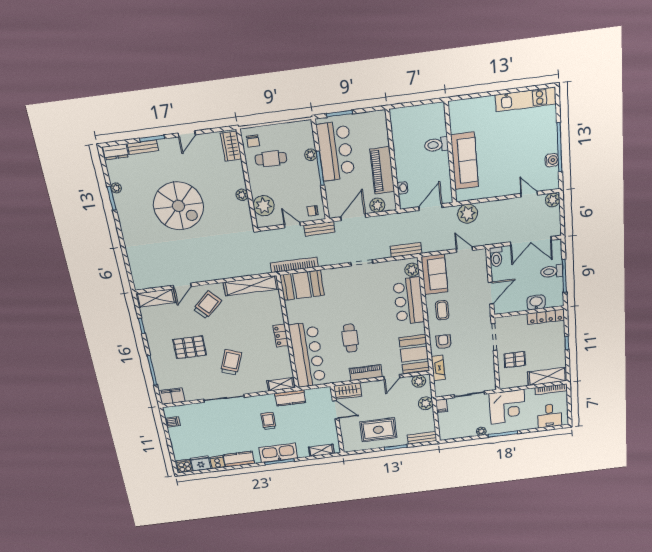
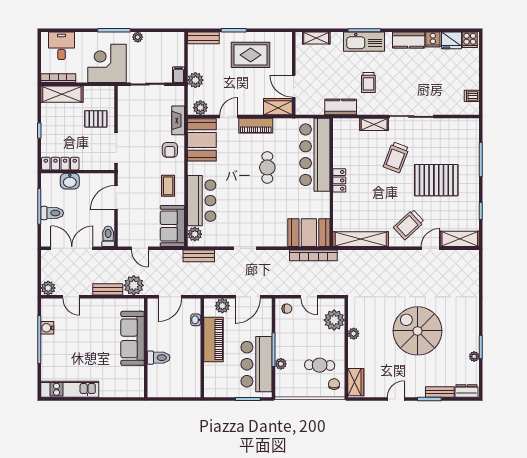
bench: (319, 229) -> (108, 289), moved
pallet: (190, 347) -> (436, 180), width x1.37, depth x1.41
shelving: (281, 384) -> (374, 124), moved
filing cabinet: (172, 396) -> (466, 127), removed

